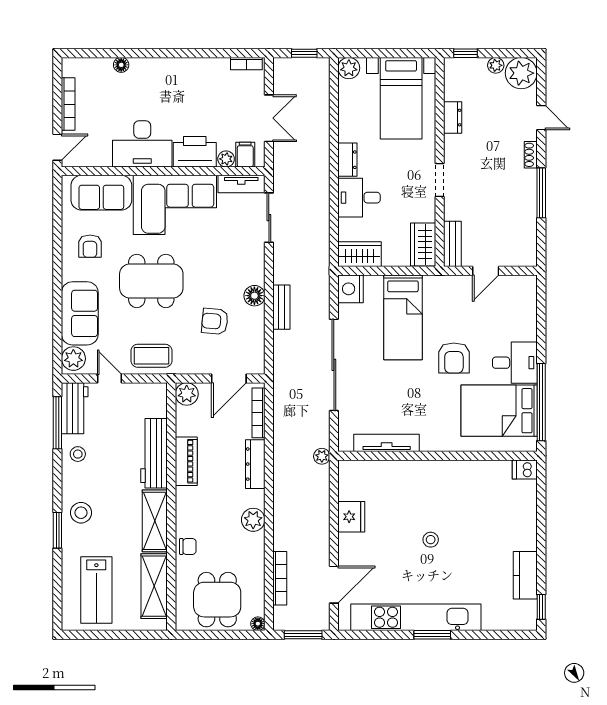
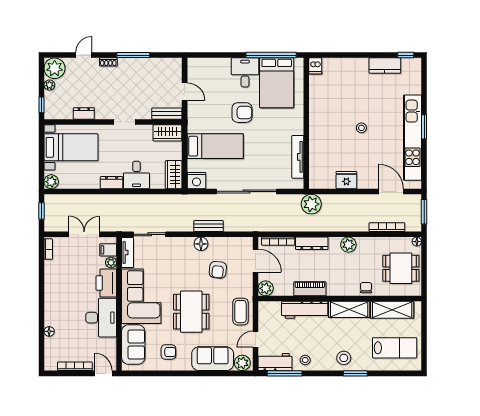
plant: (322, 456) -> (311, 204), width x1.88, depth x1.88

